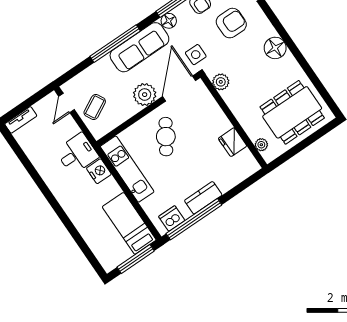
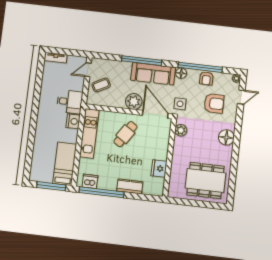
door: (179, 88) -> (155, 114), hinge flipped
plant: (261, 145) -> (173, 184), removed
kitchen counter: (203, 198) -> (130, 186), moved

